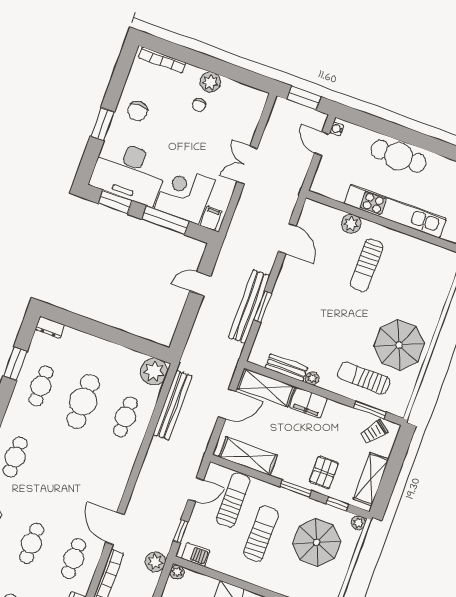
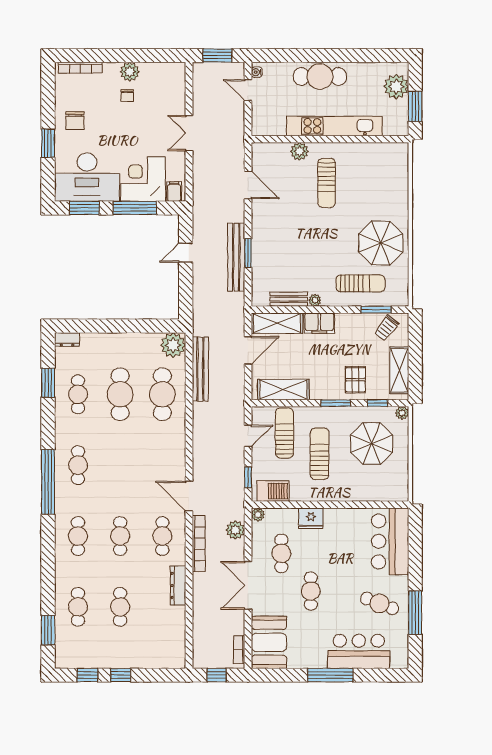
sun lounger: (364, 378) -> (360, 283), turned 180
cafe table: (125, 417) -> (162, 394), width x1.37, depth x1.35
barbecue: (196, 555) -> (273, 491), width x1.38, depth x1.27
plant: (155, 562) -> (235, 530), moved

